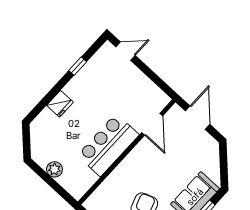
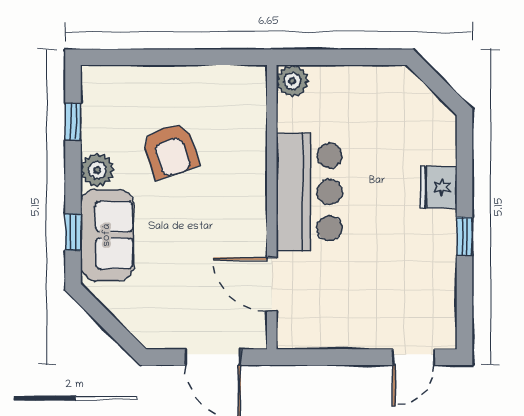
window: (78, 66) -> (464, 236), moved
plant: (54, 169) -> (292, 81), moved

